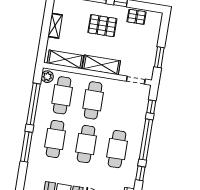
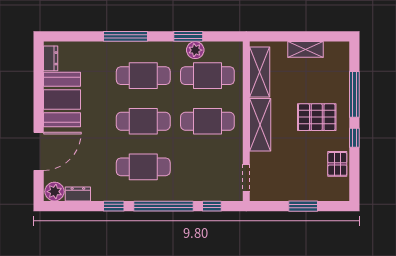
pallet: (102, 26) -> (317, 117), turned 90
window: (159, 57) -> (303, 206), moved
plant: (47, 77) -> (195, 50), moved
window: (33, 104) -> (188, 36), width x0.47

